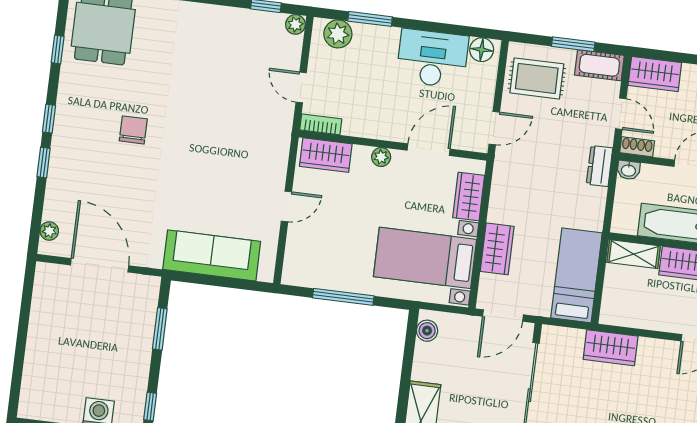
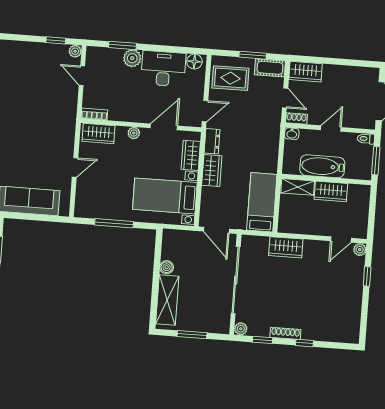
plant: (338, 34) -> (132, 58), moved
door: (301, 87) -> (82, 76), moved
dresser: (600, 166) -> (212, 141), moved, turned 180
wardrobe: (497, 249) -> (212, 171), moved
door: (503, 316) -> (216, 230), hinge flipped
boiler: (427, 331) -> (167, 267), moved

